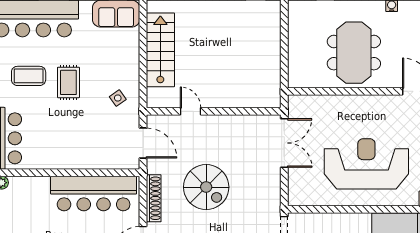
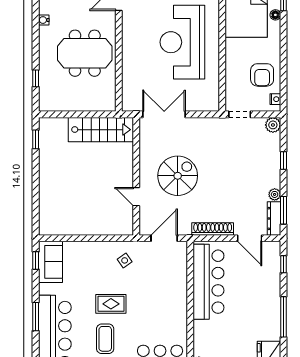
stairs: (160, 50) -> (101, 130), moved, turned 180
door: (190, 111) -> (136, 197), hinge flipped
spiral stairs: (206, 187) -> (178, 176), moved

